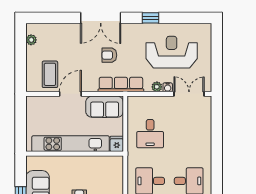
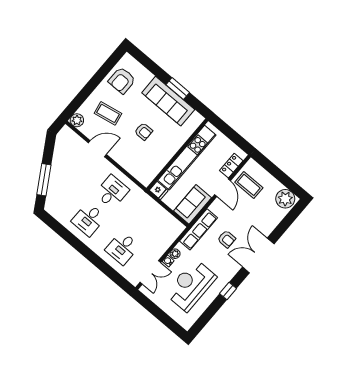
plant: (31, 40) -> (285, 199), width x1.87, depth x1.87
reception desk: (172, 52) -> (191, 285), turned 180
armchair: (109, 55) -> (227, 239), turned 90
locker: (46, 102) -> (231, 166), added
desk: (150, 134) -> (122, 248), moved, turned -90

